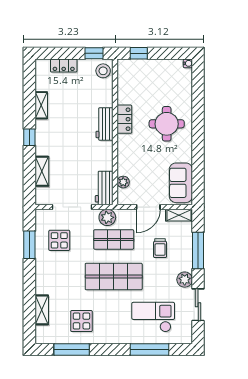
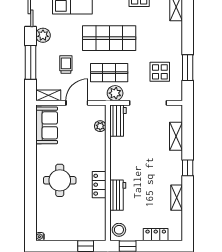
workbench: (105, 124) -> (118, 195), moved

